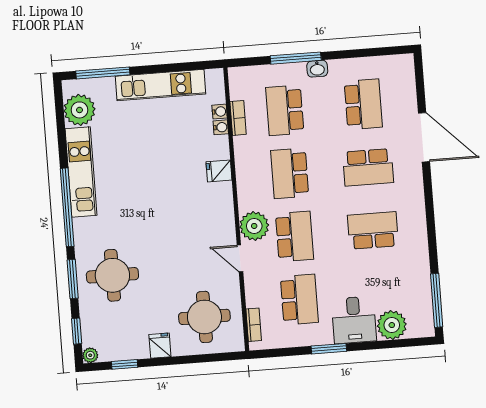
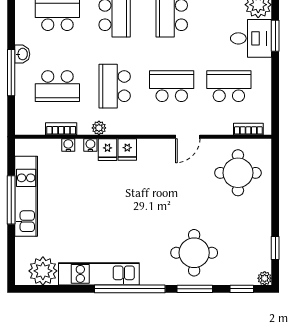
window: (103, 73) -> (11, 200), moved
water cooler: (220, 112) -> (90, 145), moved
school desk: (290, 173) -> (115, 86), turned 90
plant: (254, 226) -> (99, 128), moved, width x0.53, depth x0.53
fridge: (160, 346) -> (127, 149), moved, turned -90
window: (329, 349) -> (275, 36), moved

